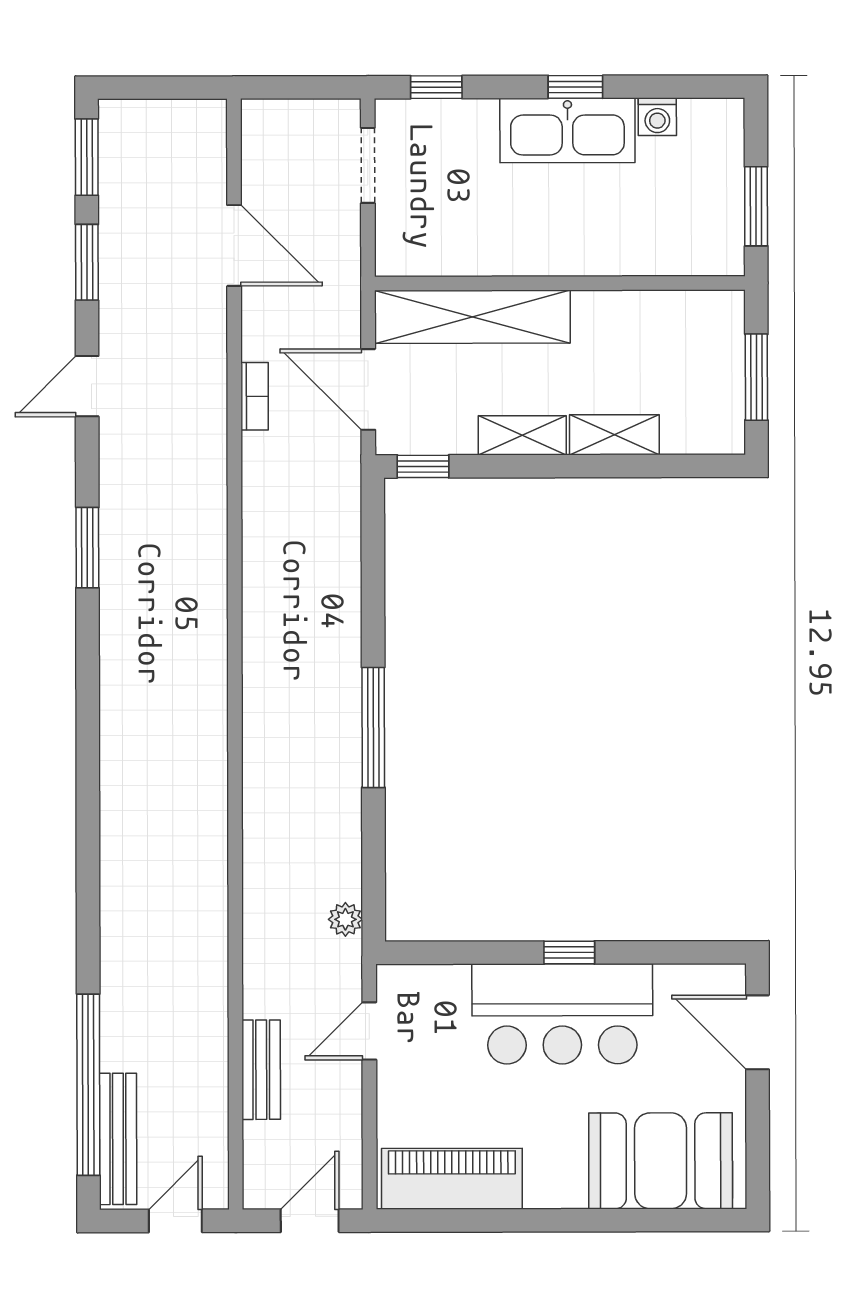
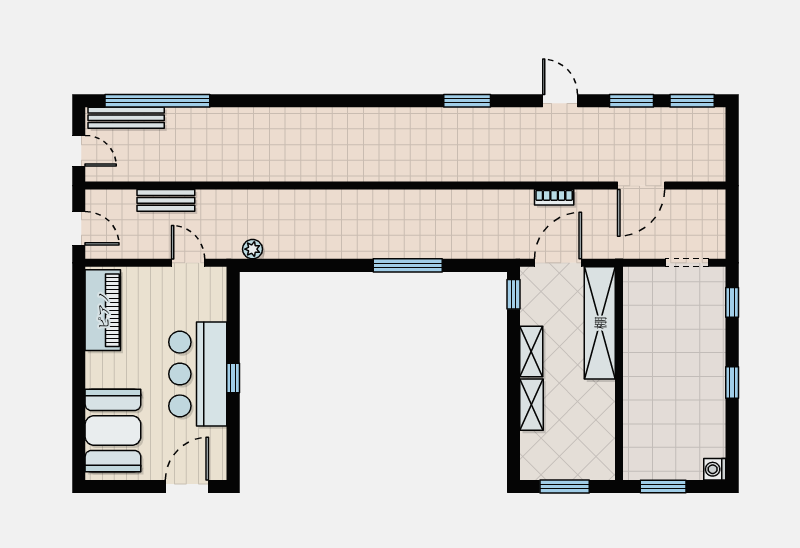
washing machine: (657, 117) -> (715, 469), moved
kitchen sink: (567, 130) -> (707, 378), removed
window: (373, 727) -> (408, 265), moved

